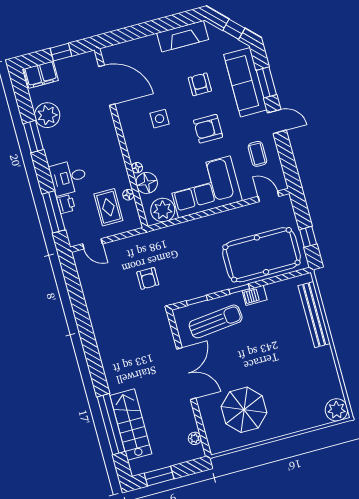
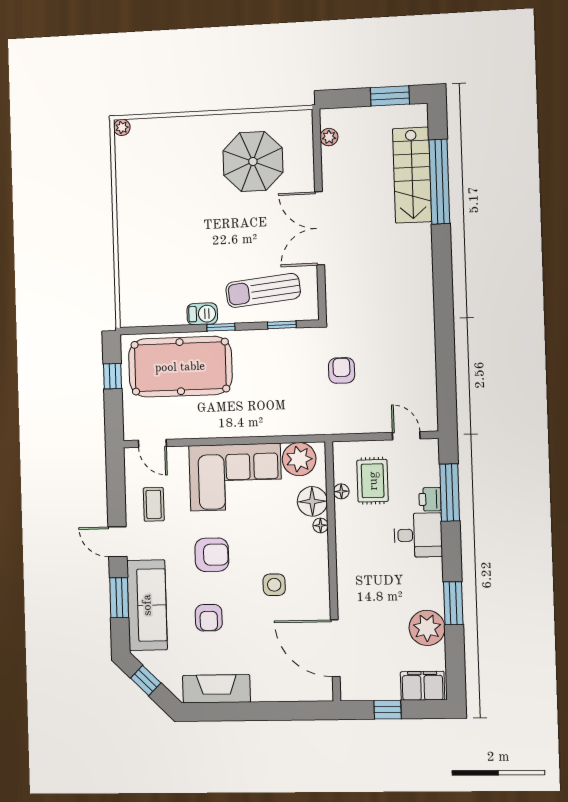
bench: (314, 315) -> (129, 270), removed
plant: (337, 410) -> (122, 127), width x0.53, depth x0.53

